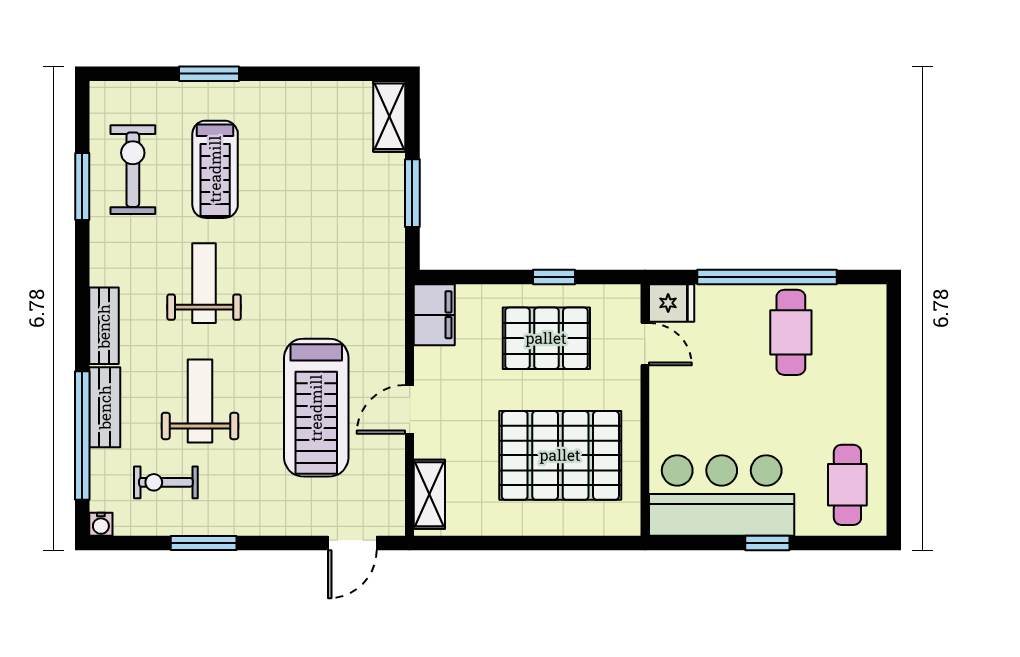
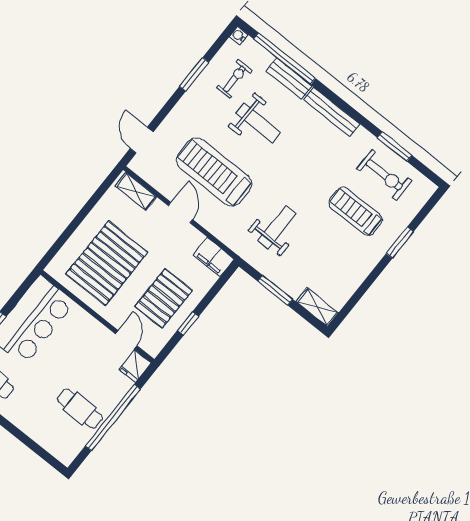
weight bench: (204, 283) -> (277, 227), moved, turned -90
bench: (104, 326) -> (332, 112), width x1.36
door: (645, 344) -> (126, 340), swing flipped

